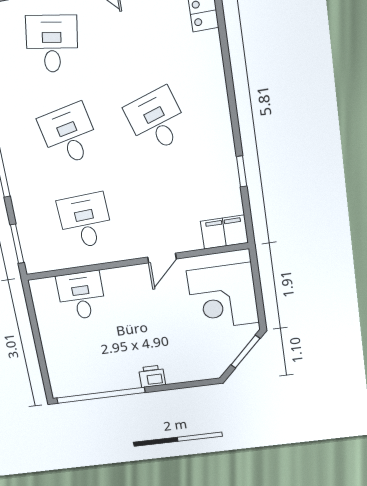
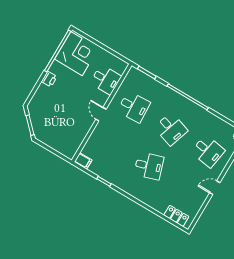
desk: (69, 135) -> (171, 129), turned 30
filing cabinet: (224, 232) -> (83, 161), width x0.50
door: (162, 258) -> (101, 114), moved
corner desk: (223, 297) -> (77, 54), moved, turned 90

